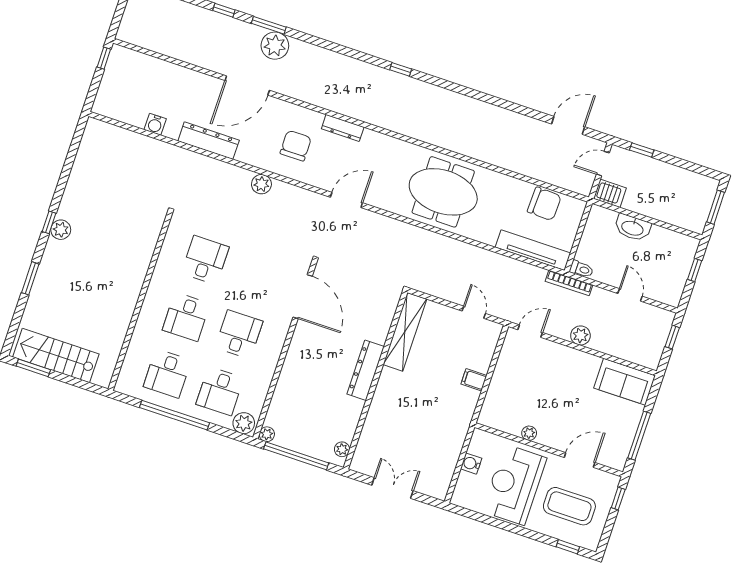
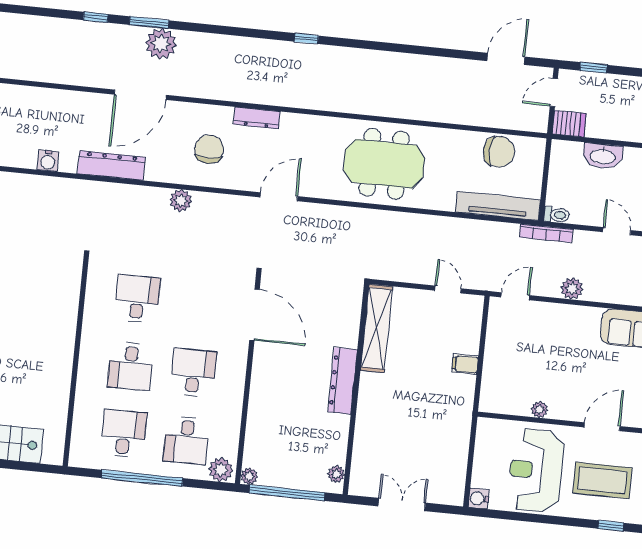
desk: (167, 373) -> (124, 434), turned 180
water cooler: (471, 464) -> (479, 498), moved

